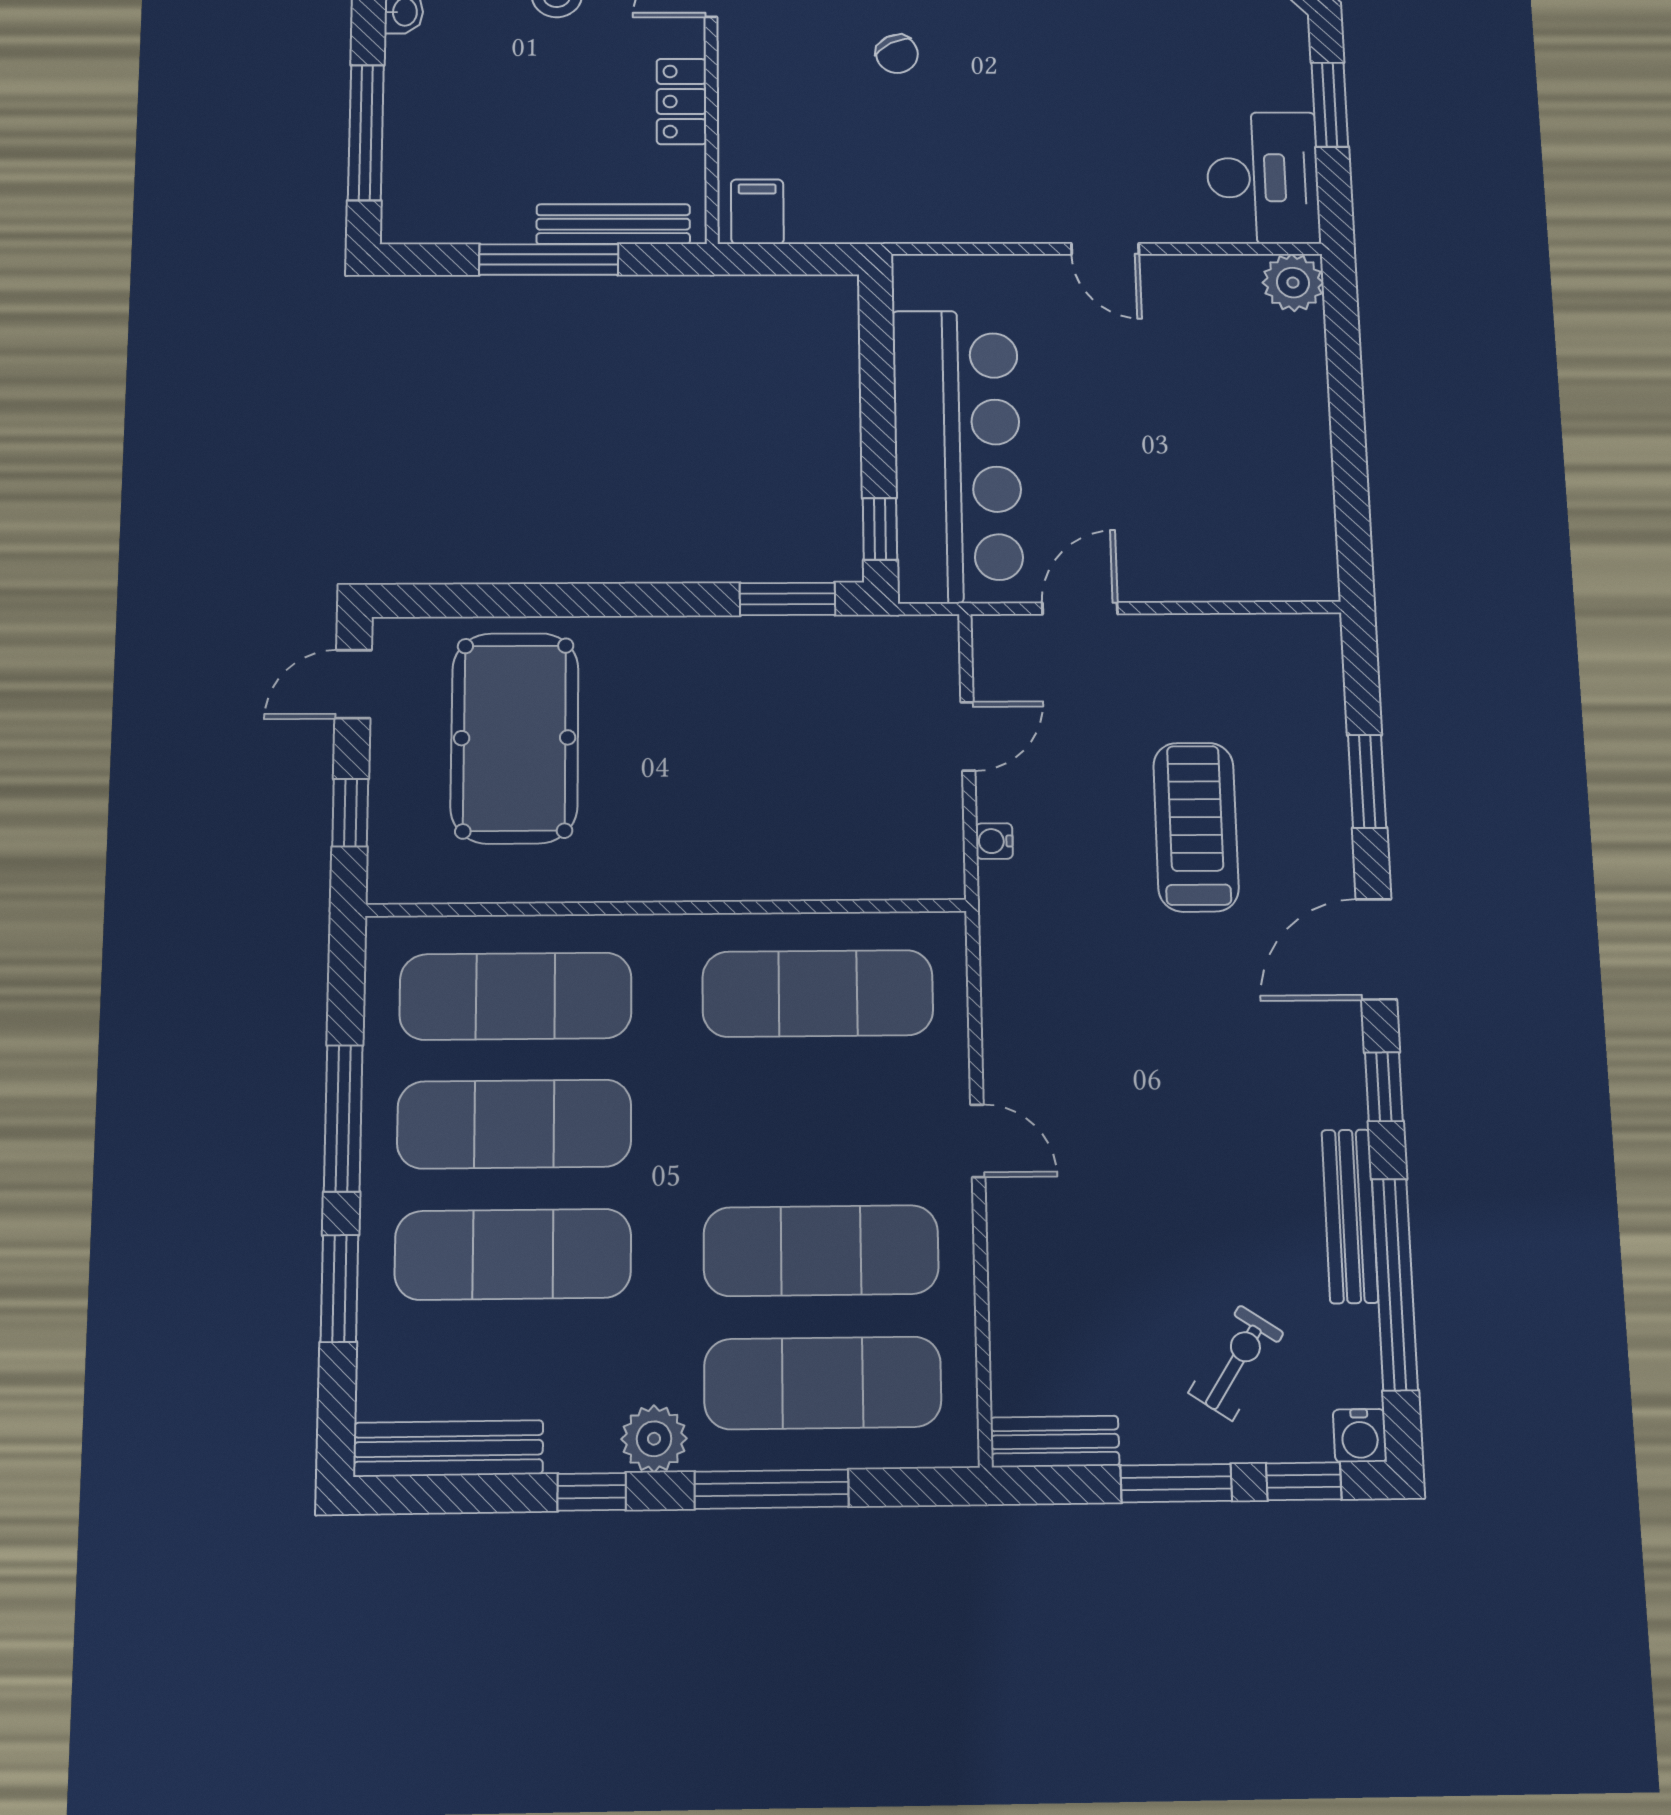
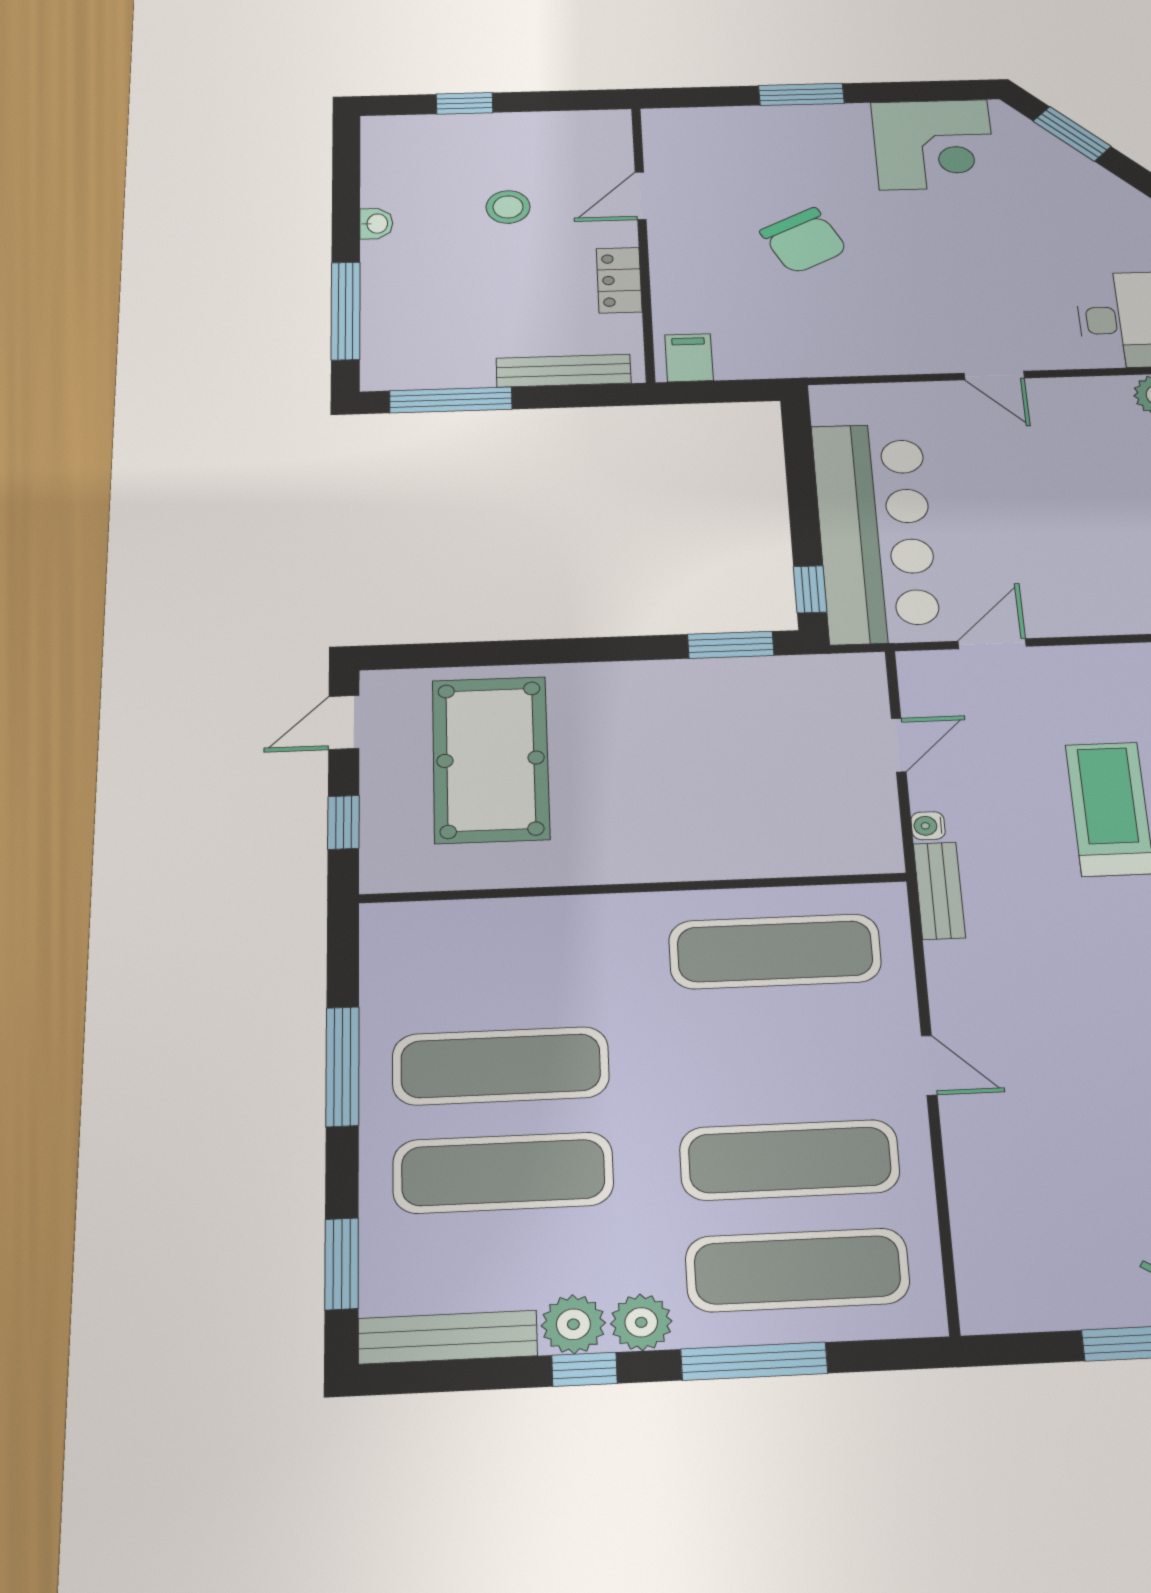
chair: (897, 54) -> (804, 241), width x1.87, depth x1.87
window: (549, 260) -> (451, 400), moved
exercise mat: (516, 996) -> (498, 963), removed
window: (339, 1288) -> (342, 1264), moved
plant: (582, 1438) -> (573, 1324), added
bench: (1055, 1442) -> (939, 891), moved, turned 90

